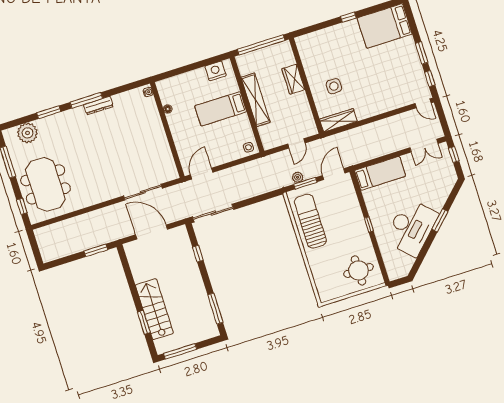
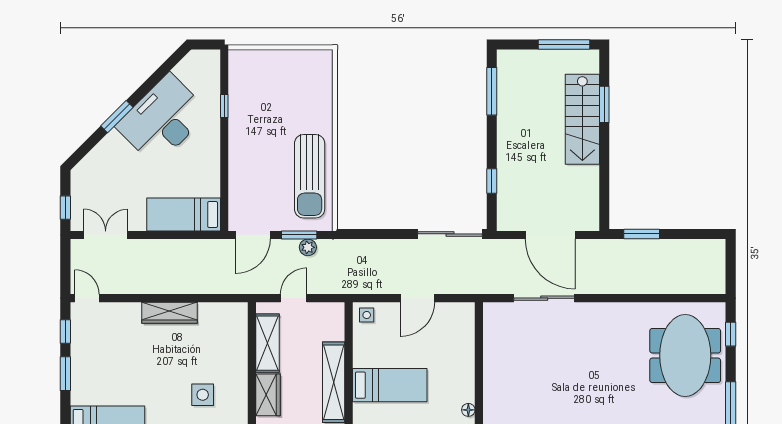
side table: (334, 86) -> (203, 395), moved
shelving: (304, 111) -> (268, 343), added
wardrobe: (338, 120) -> (169, 313), moved
door: (202, 174) -> (417, 298), moved
window: (369, 224) -> (224, 106), moved
round table: (358, 270) -> (261, 81), removed

